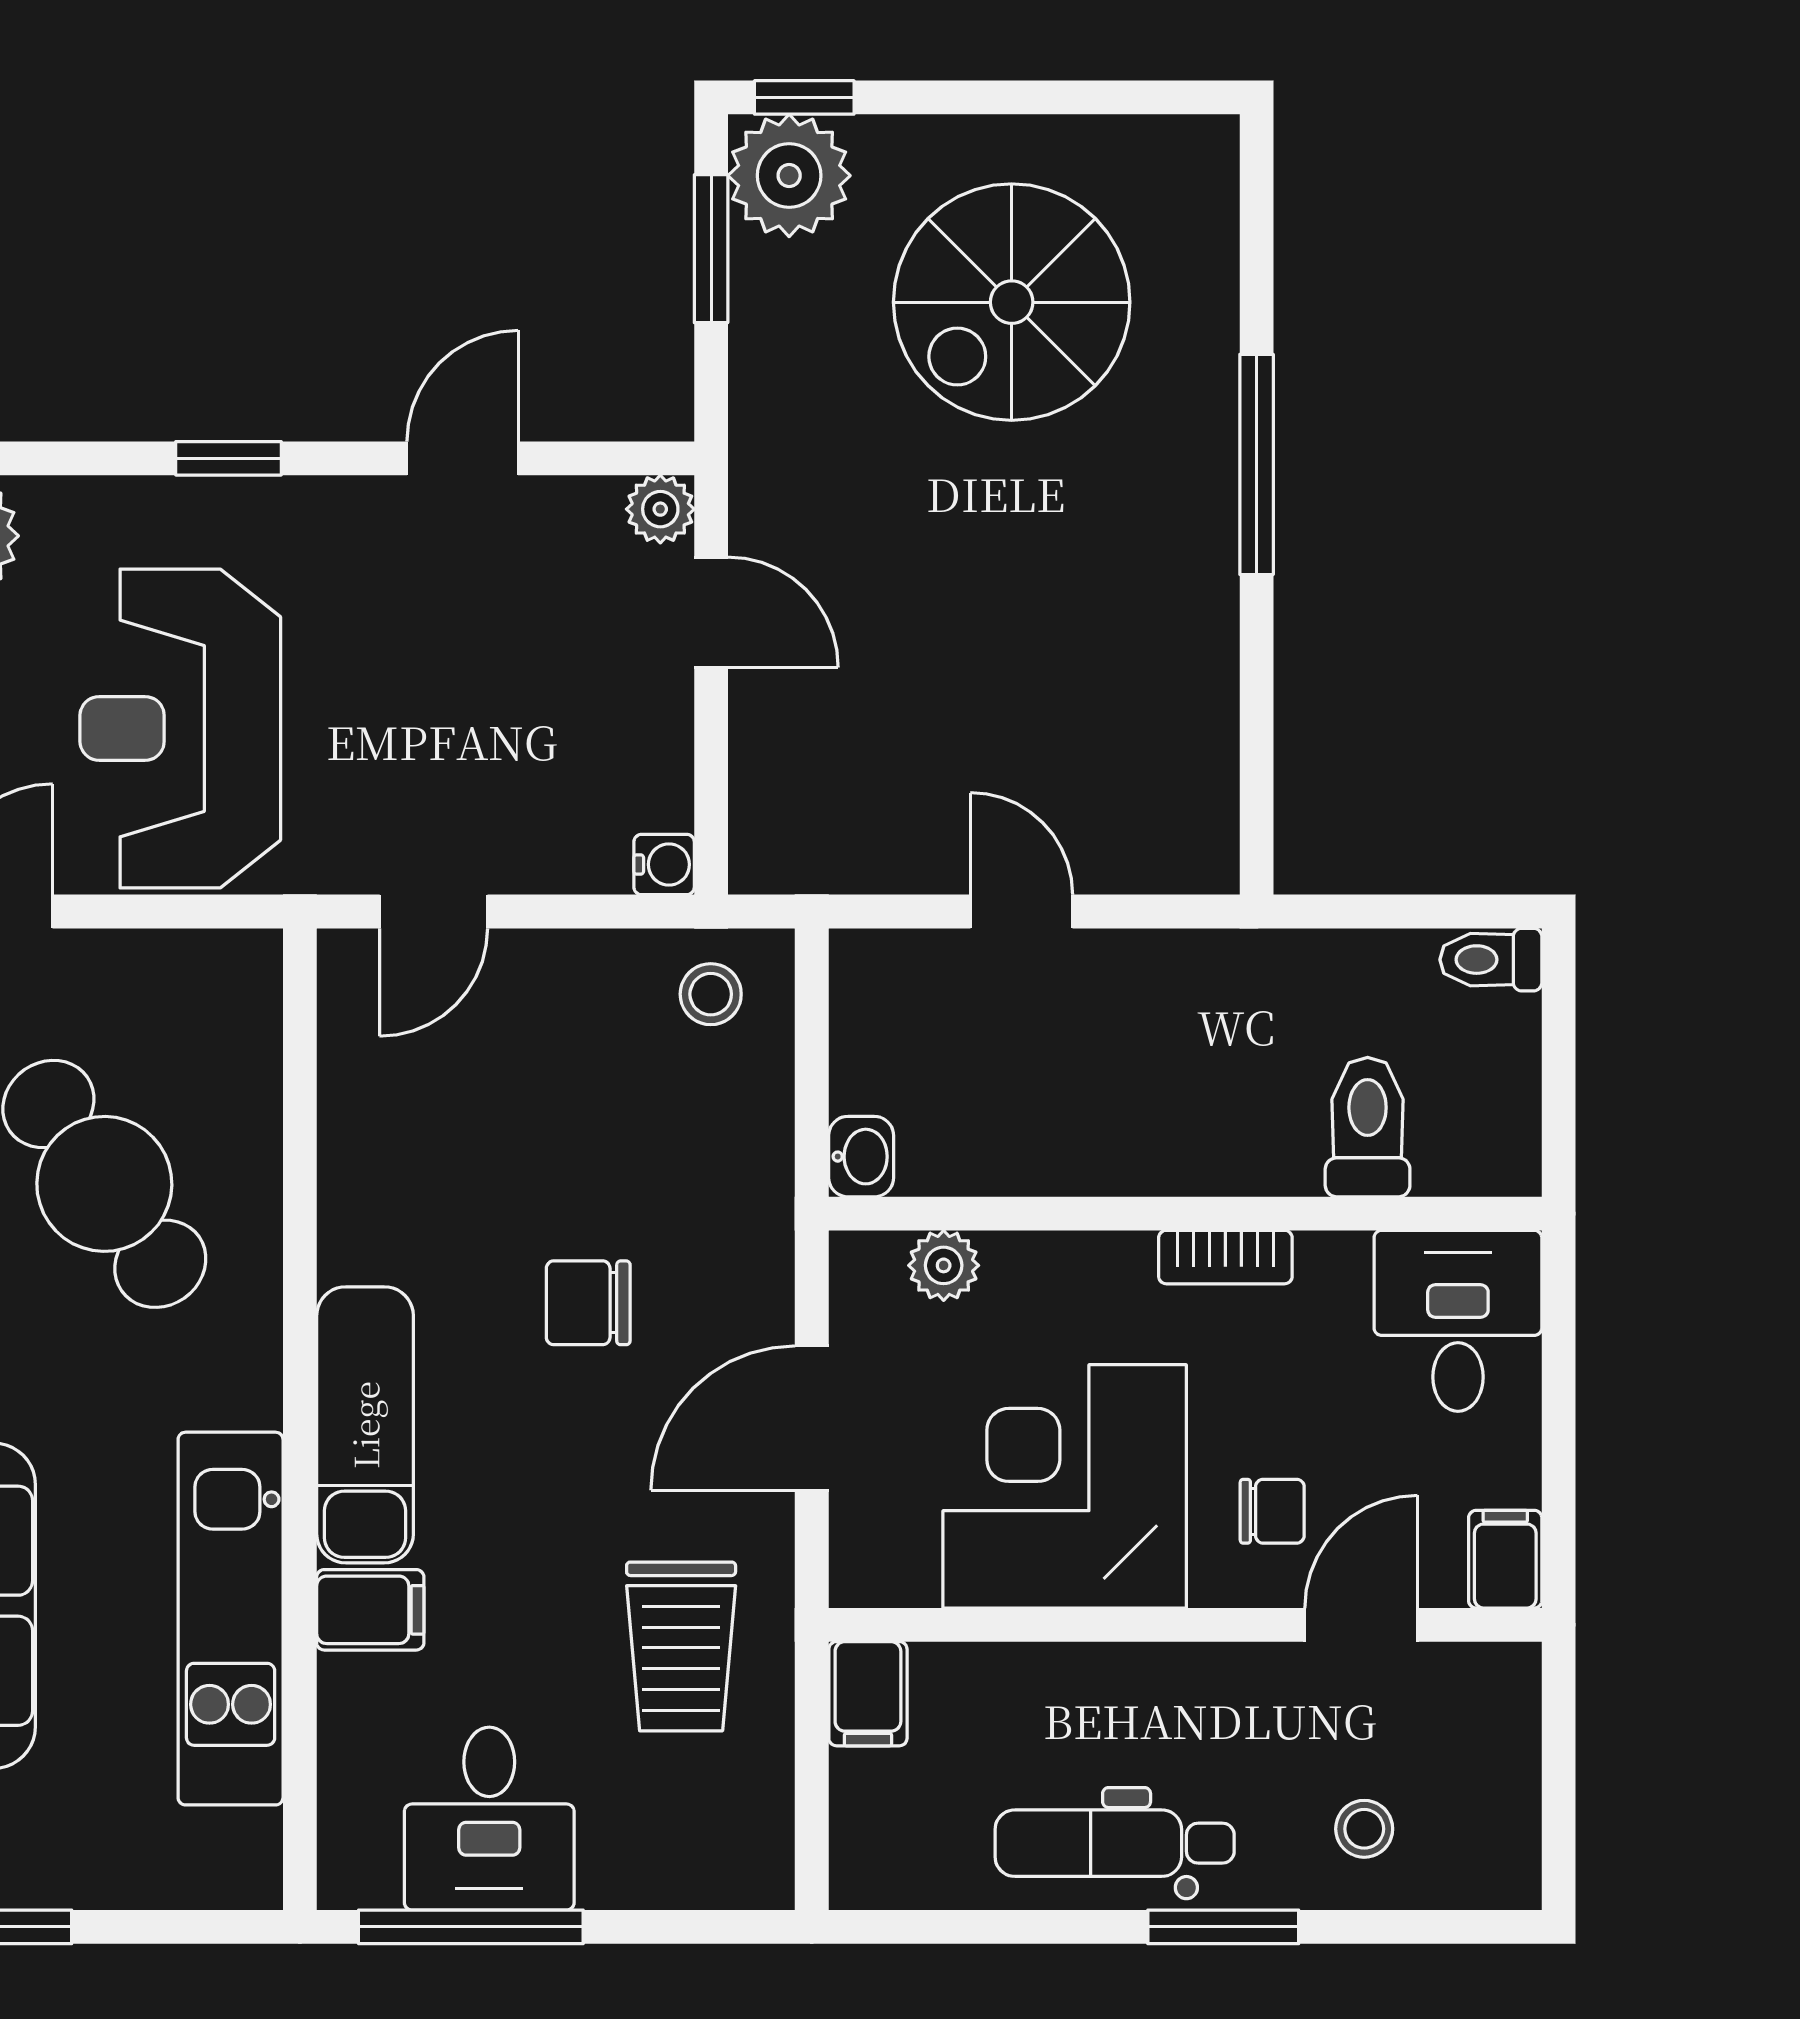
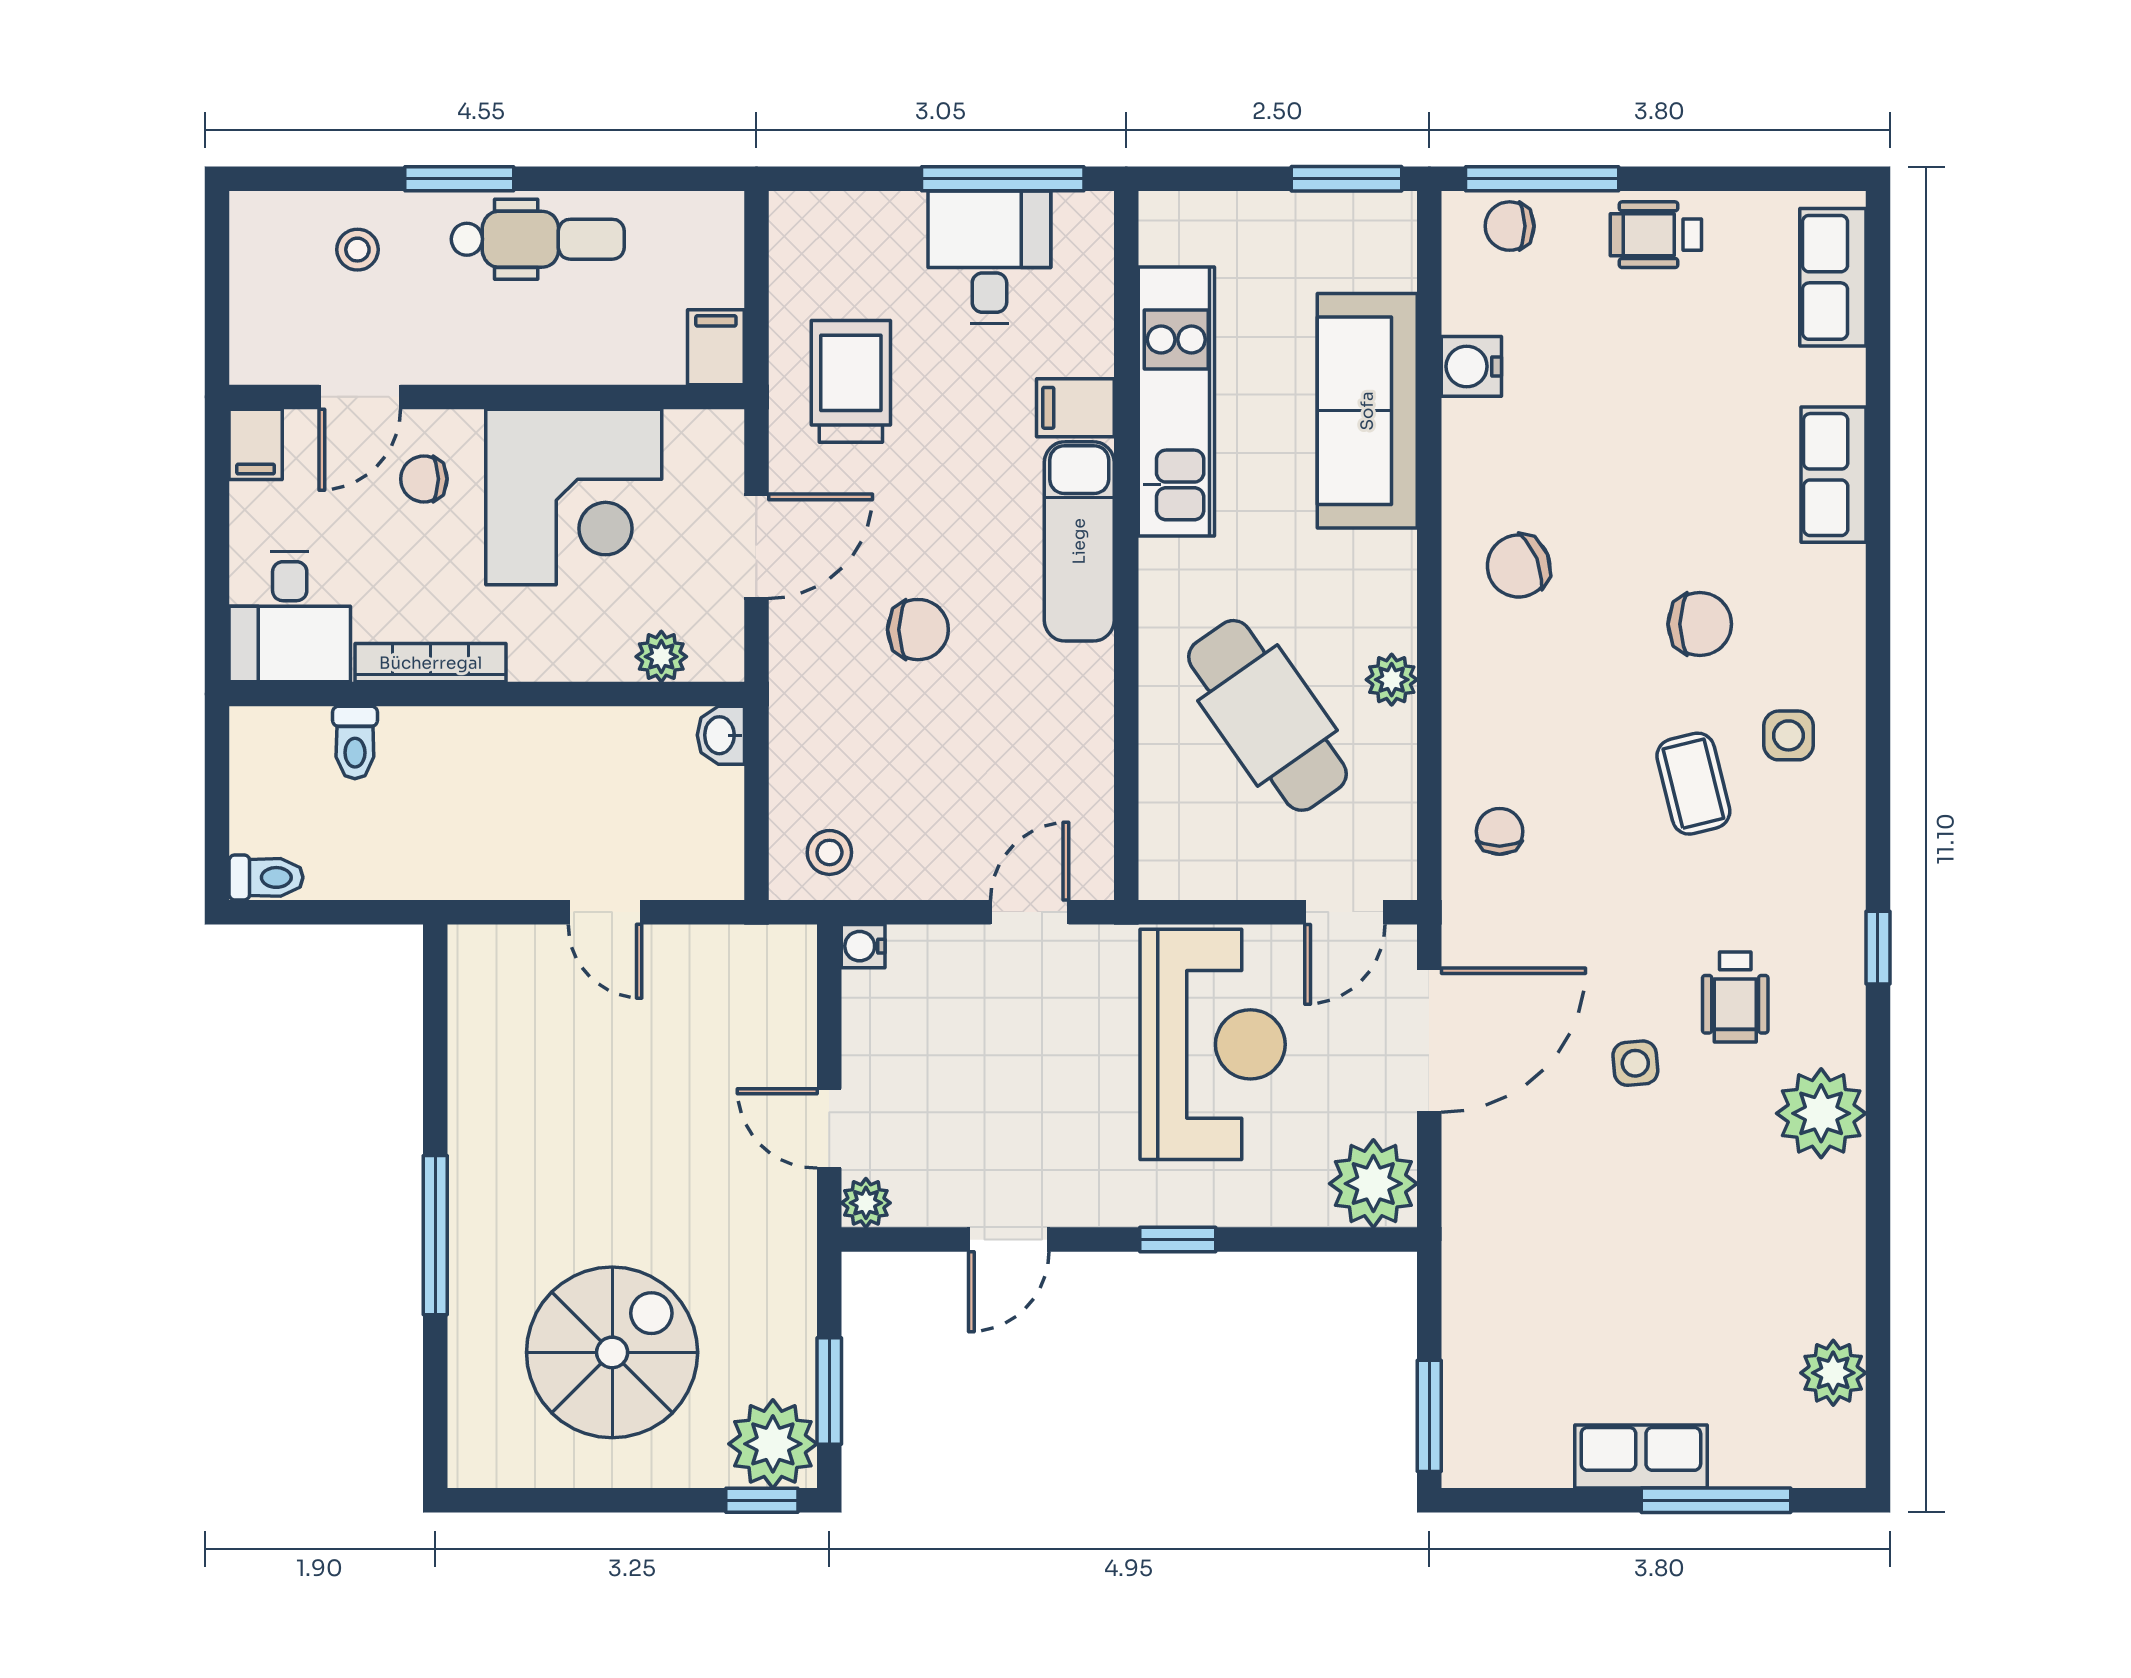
toilet: (1368, 1127) -> (355, 742), width x0.73, depth x0.72
bookcase: (1225, 1257) -> (431, 663), width x1.56

